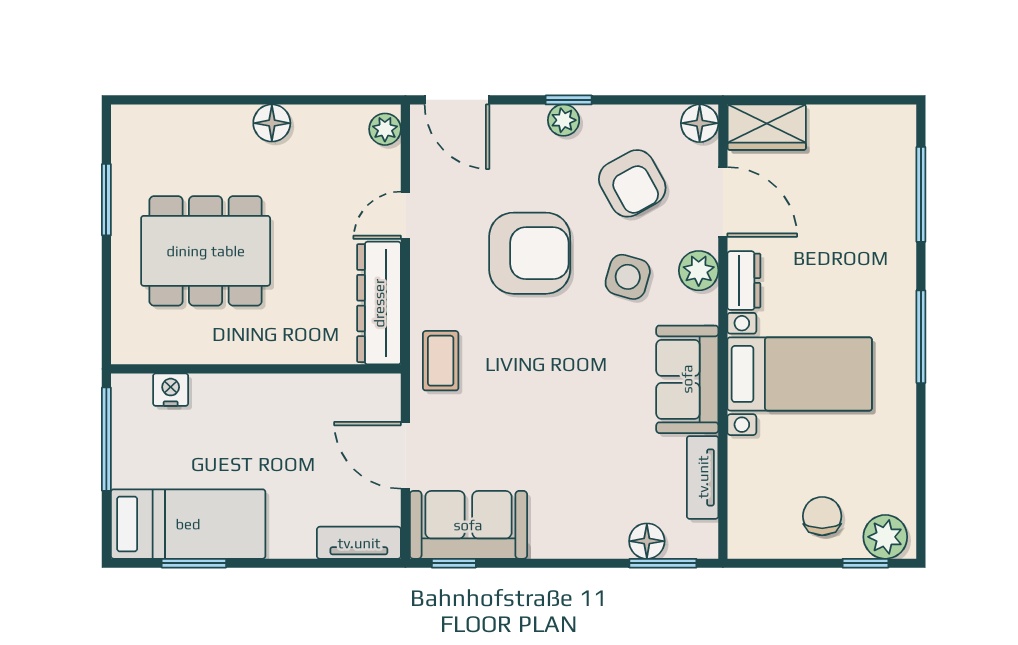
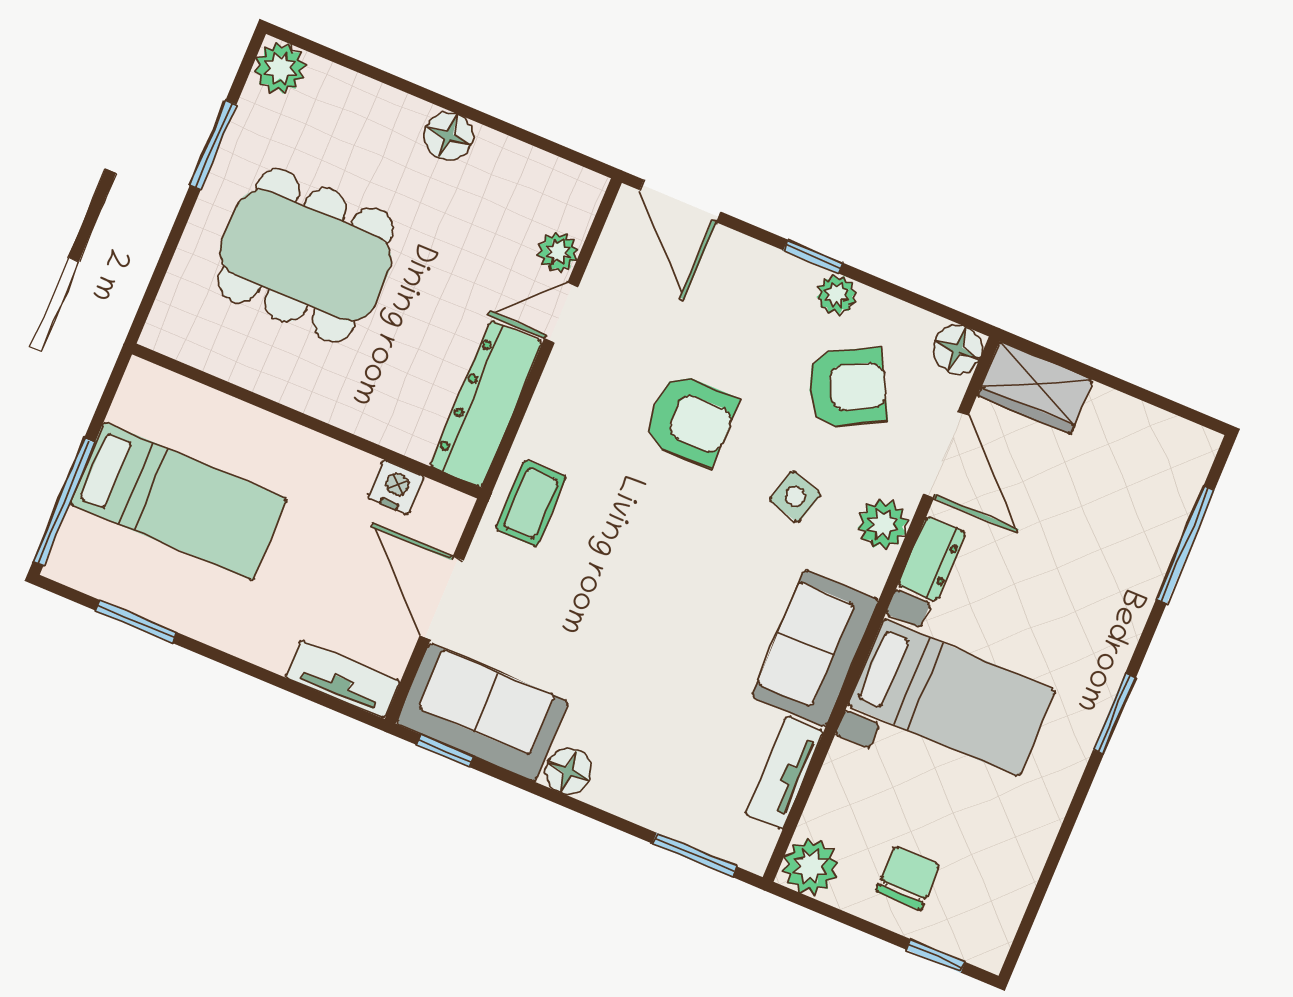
plant: (564, 120) -> (837, 295), moved
plant: (131, 125) -> (280, 68), added
plant: (385, 129) -> (558, 252), moved
armchair: (632, 183) -> (847, 388), turned -89
armchair: (530, 253) -> (690, 420), width x0.73, depth x0.73
side table: (628, 277) -> (795, 497), width x0.73, depth x0.73
window: (921, 337) -> (1114, 714), width x0.69
nightstand: (171, 390) -> (396, 487), moved
window: (106, 439) -> (64, 502), moved
bed: (188, 524) -> (178, 501), moved
plant: (885, 537) -> (810, 867), moved
floor lamp: (647, 541) -> (569, 771), moved

